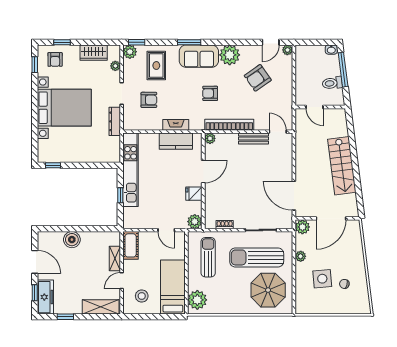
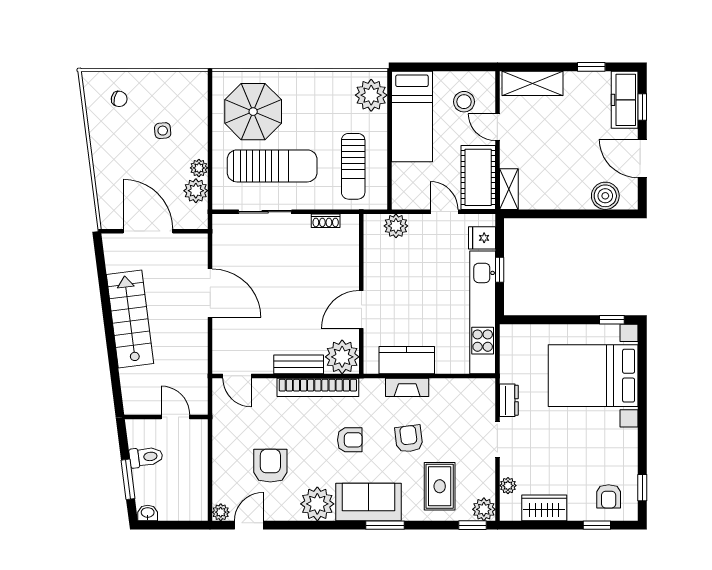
armchair: (55, 59) -> (609, 496), turned 180
window: (343, 70) -> (128, 479), width x0.69
armchair: (258, 78) -> (270, 466), turned -55
armchair: (149, 100) -> (409, 439), moved, turned 83
bed with nightstands: (64, 108) -> (593, 376), moved
dresser: (115, 121) -> (509, 400), width x0.70
plant: (210, 138) -> (342, 357), width x1.88, depth x1.88
bench: (254, 139) -> (299, 364), moved
fridge: (194, 194) -> (482, 238), moved, turned 180
door: (294, 196) -> (210, 293), moved
door: (331, 218) -> (148, 231), hinge flipped
plant: (195, 222) -> (396, 226), moved
plant: (302, 227) -> (196, 191), moved
door: (166, 230) -> (444, 212), moved
boiler: (72, 240) -> (605, 196), moved
cot: (131, 245) -> (478, 177), width x1.37, depth x1.34
shelving: (115, 258) -> (509, 189), moved
side table: (322, 279) -> (163, 131), width x0.54, depth x0.54
door: (122, 281) -> (497, 127), swing flipped
chair: (344, 284) -> (119, 99), moved

